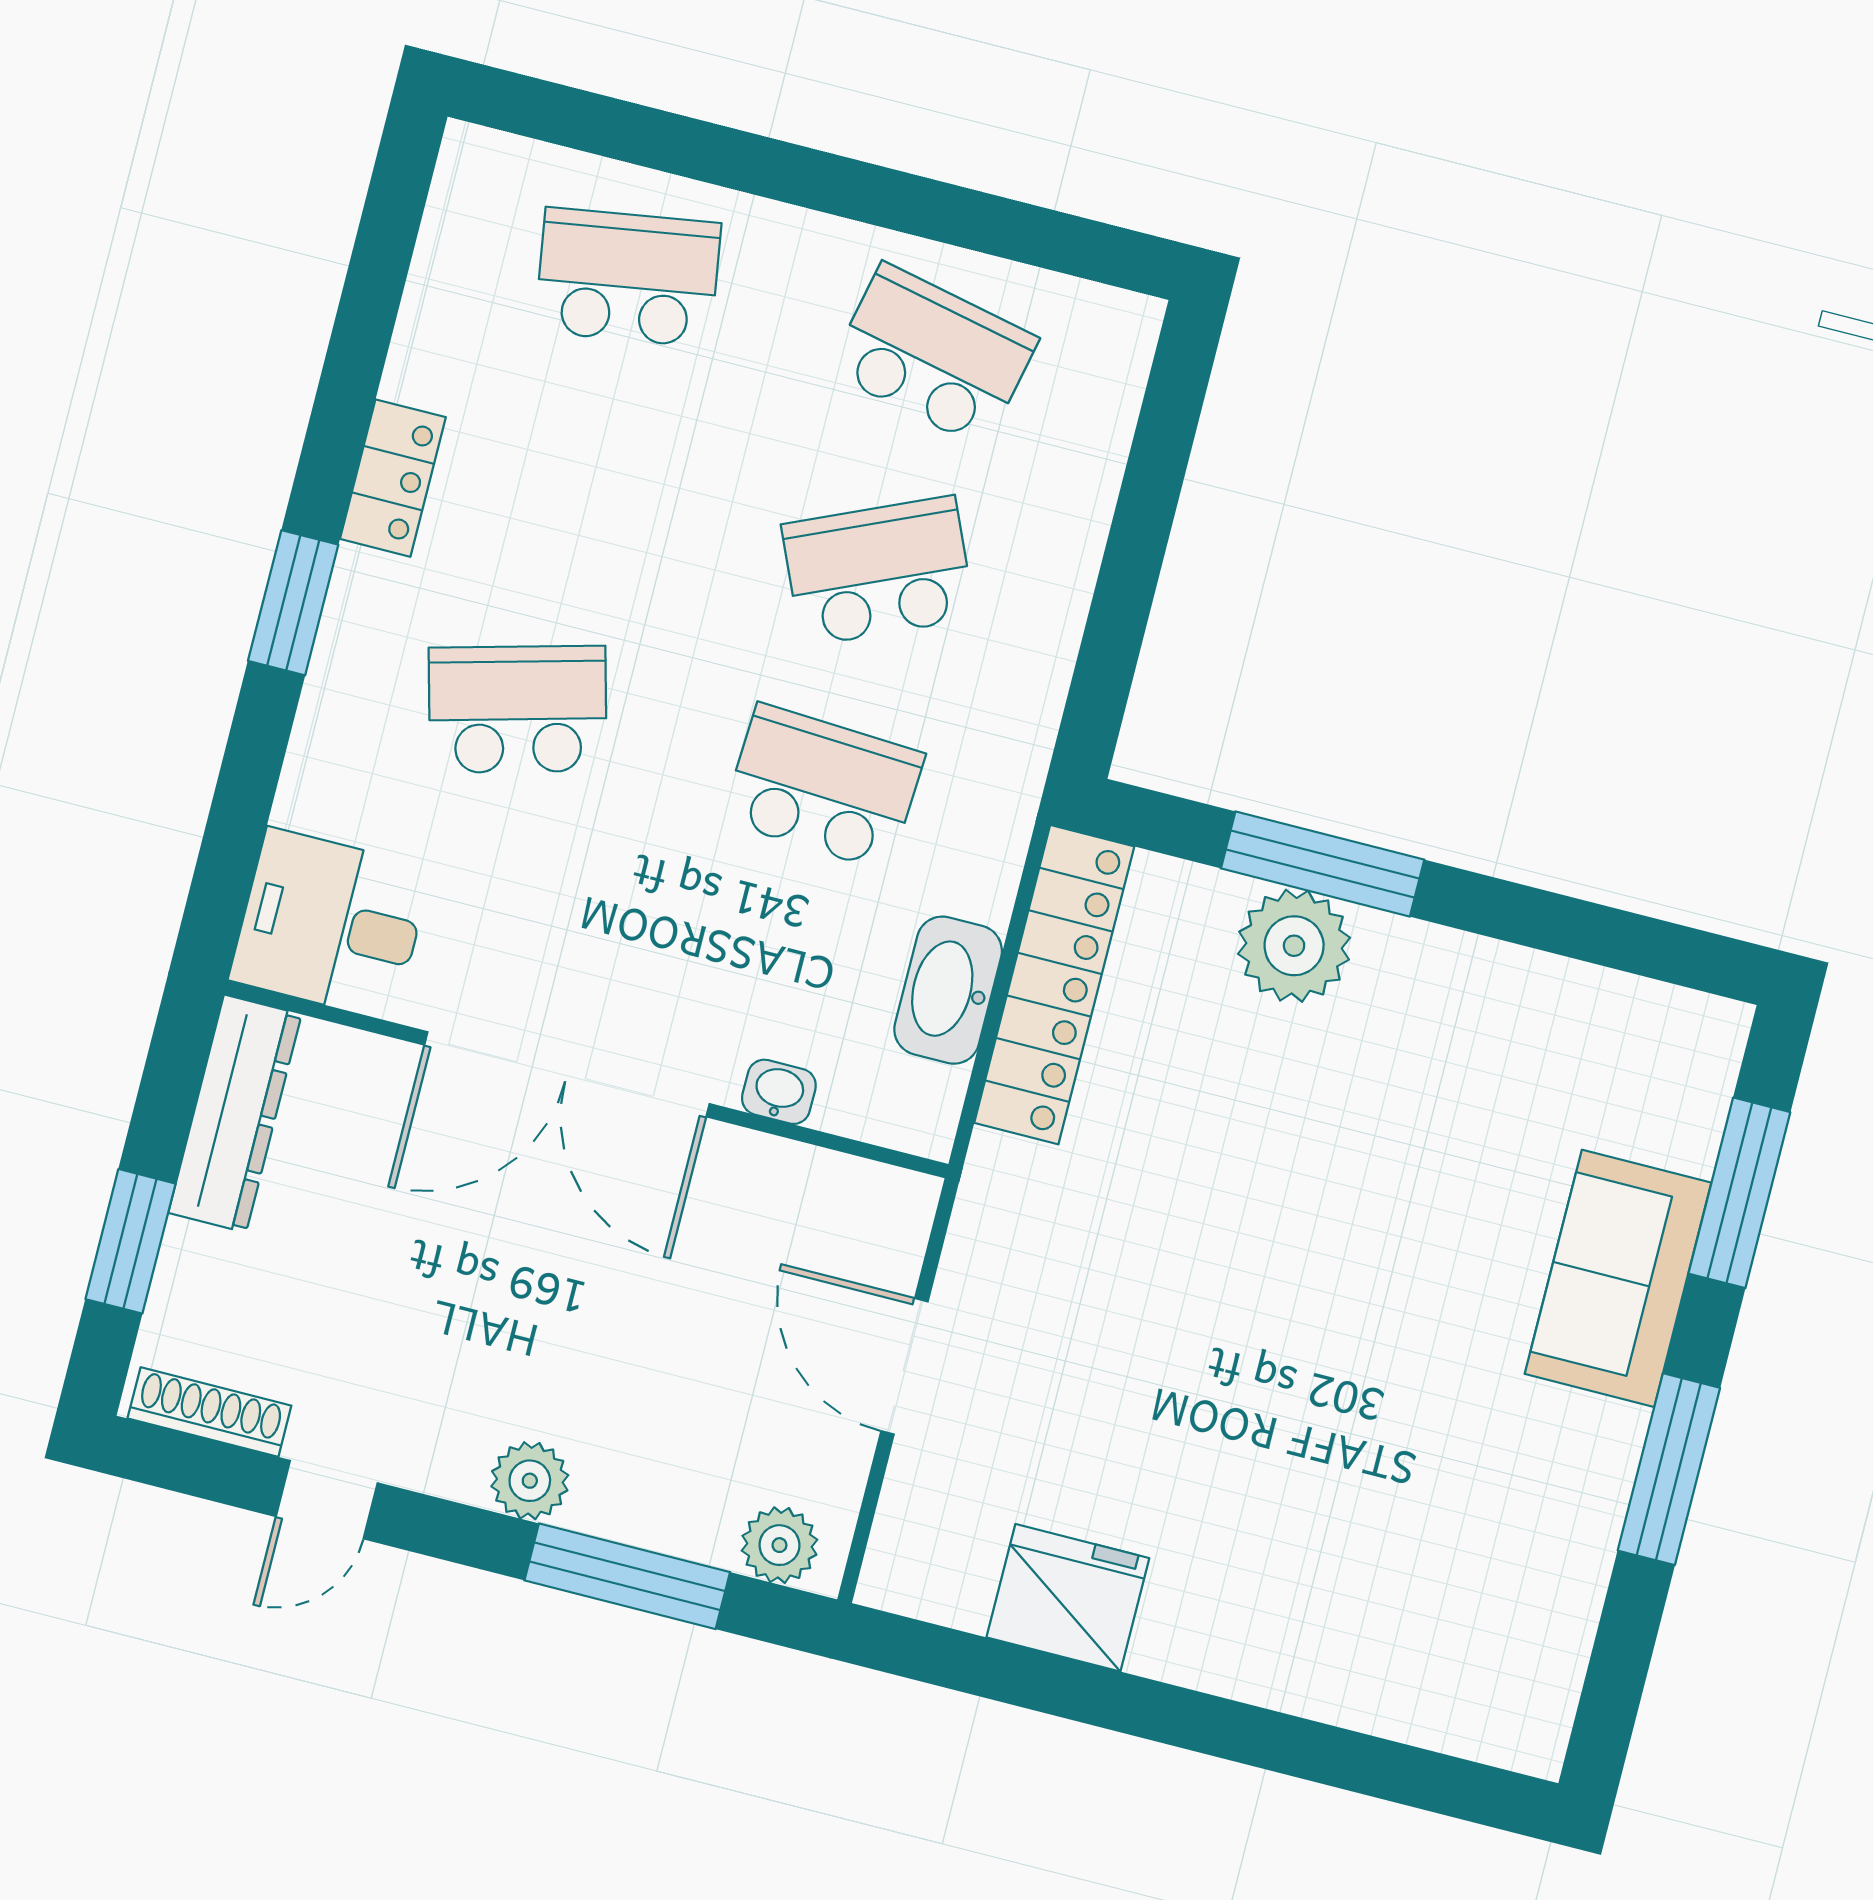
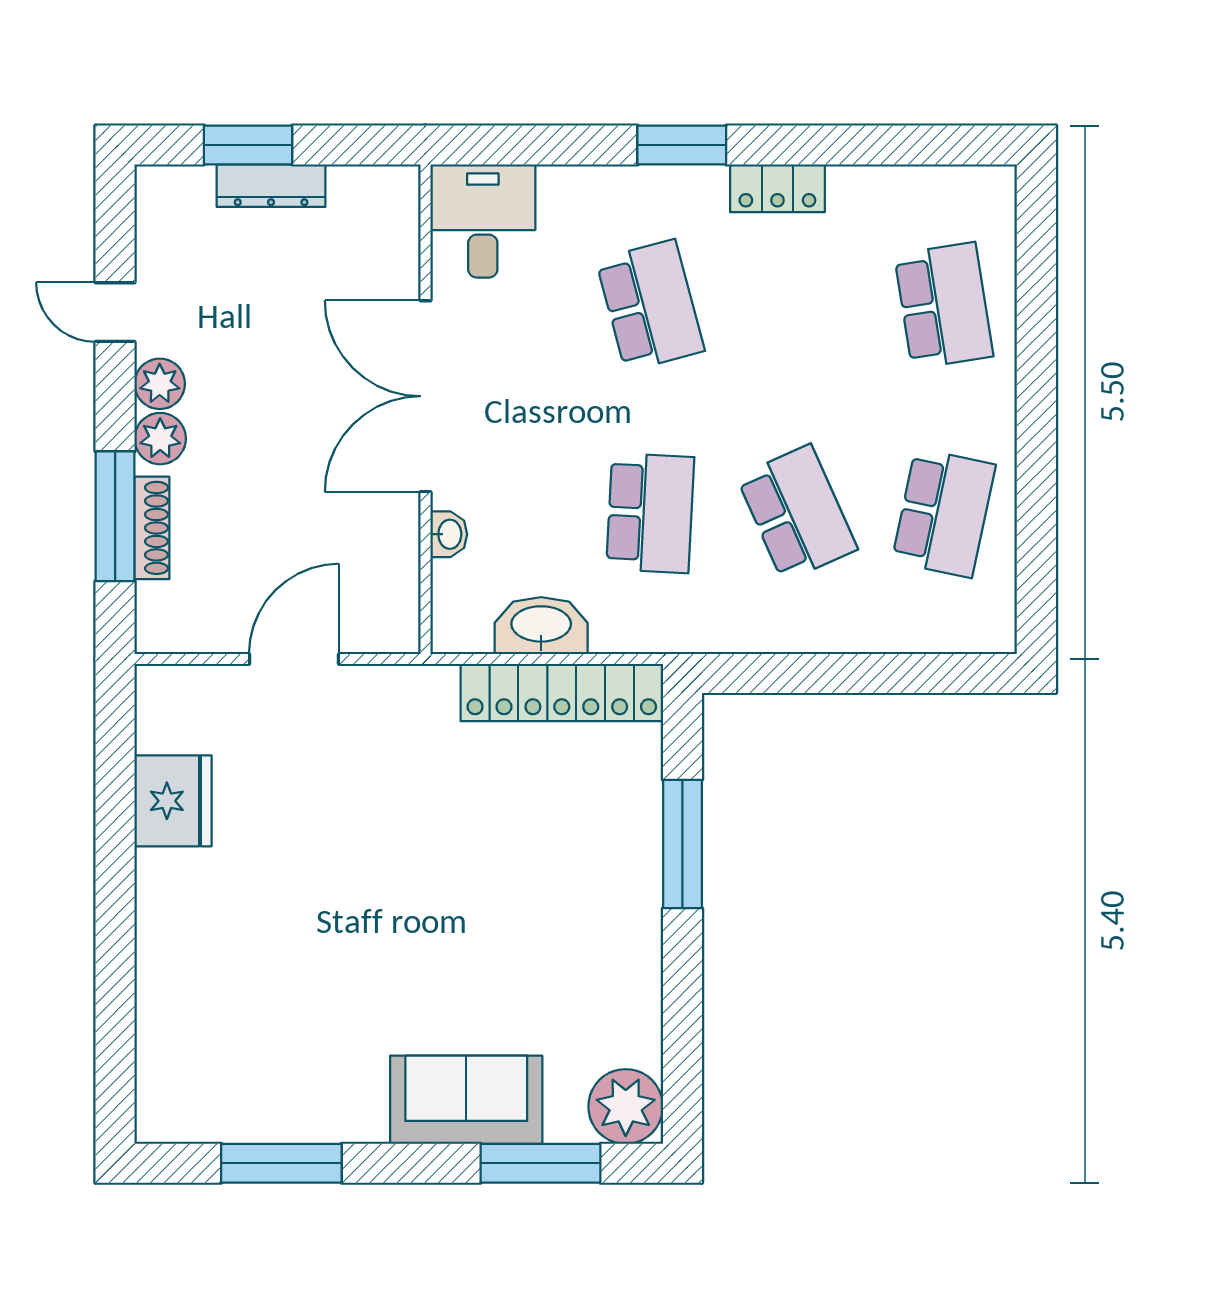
plant: (1294, 946) -> (626, 1106), moved
dresser: (235, 1114) -> (271, 186), moved, width x0.73, depth x0.80
shoe rack: (209, 1412) -> (152, 528), moved
window: (1669, 1469) -> (281, 1163), moved
plant: (779, 1545) -> (160, 384), moved

